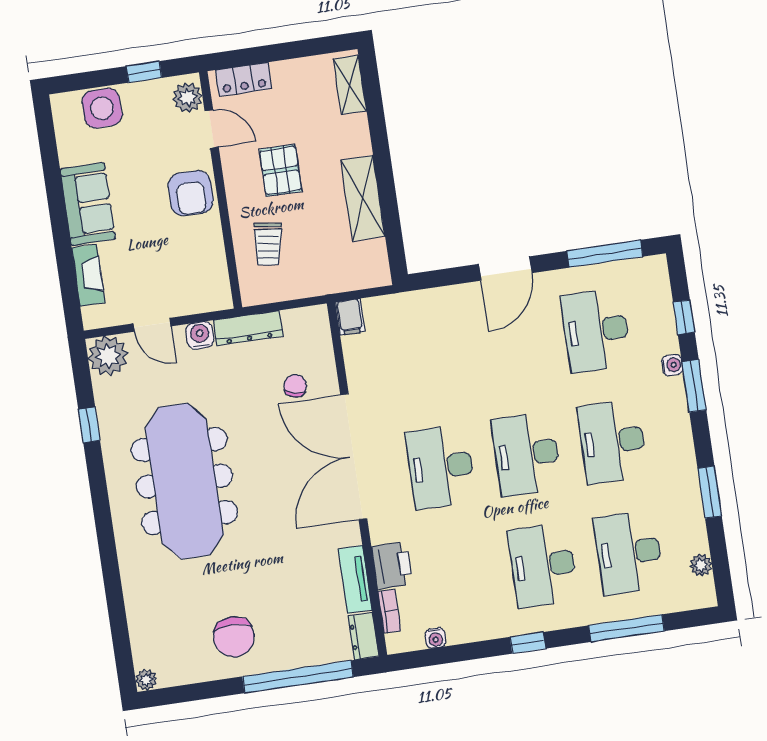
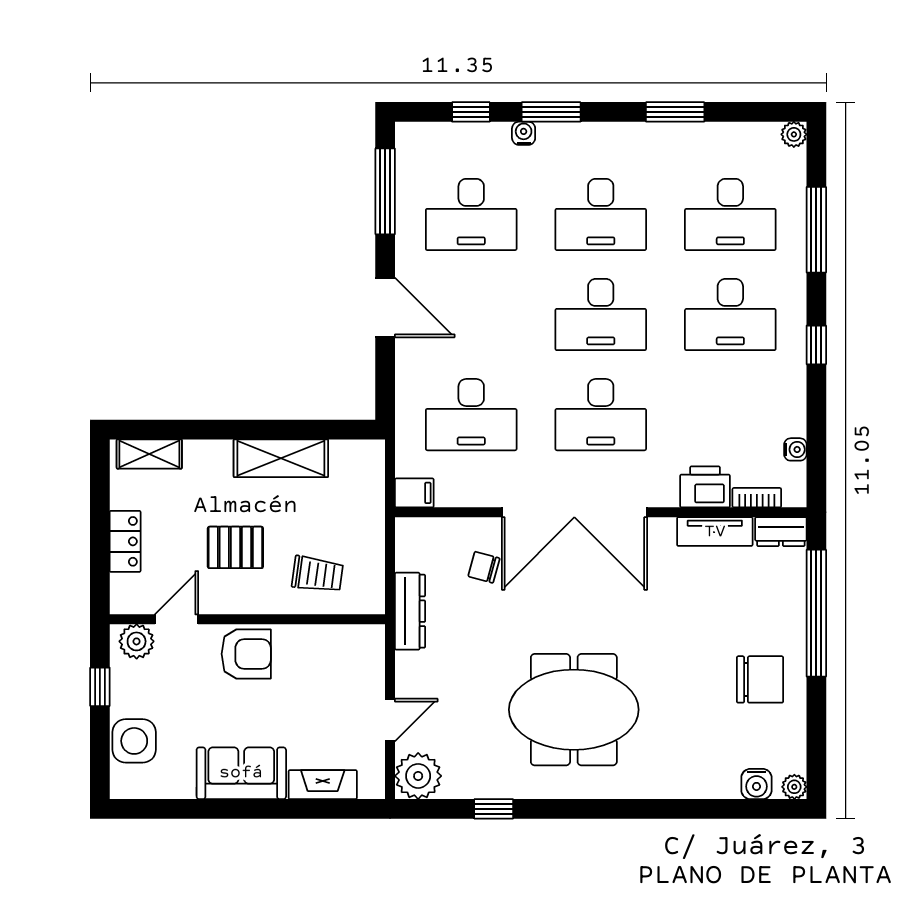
locker: (244, 79) -> (125, 541), moved
water cooler: (200, 335) -> (756, 784), moved, turned -90
desk: (424, 356) -> (471, 415), added
meeting table: (184, 481) -> (574, 710), width x0.73
plant: (701, 565) -> (794, 134), moved

